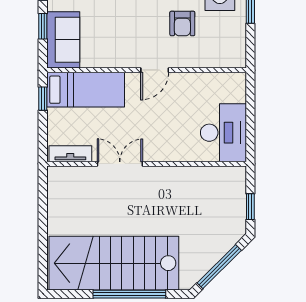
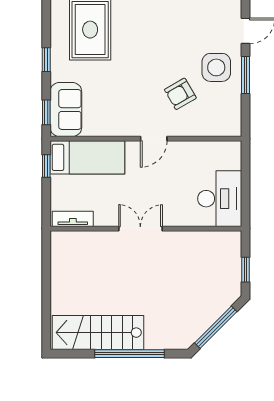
armchair: (182, 23) -> (180, 94), turned 60
window: (43, 26) -> (46, 112), moved
double door: (120, 164) -> (140, 229), moved
stairs: (114, 263) -> (98, 333), width x0.73, depth x0.66

